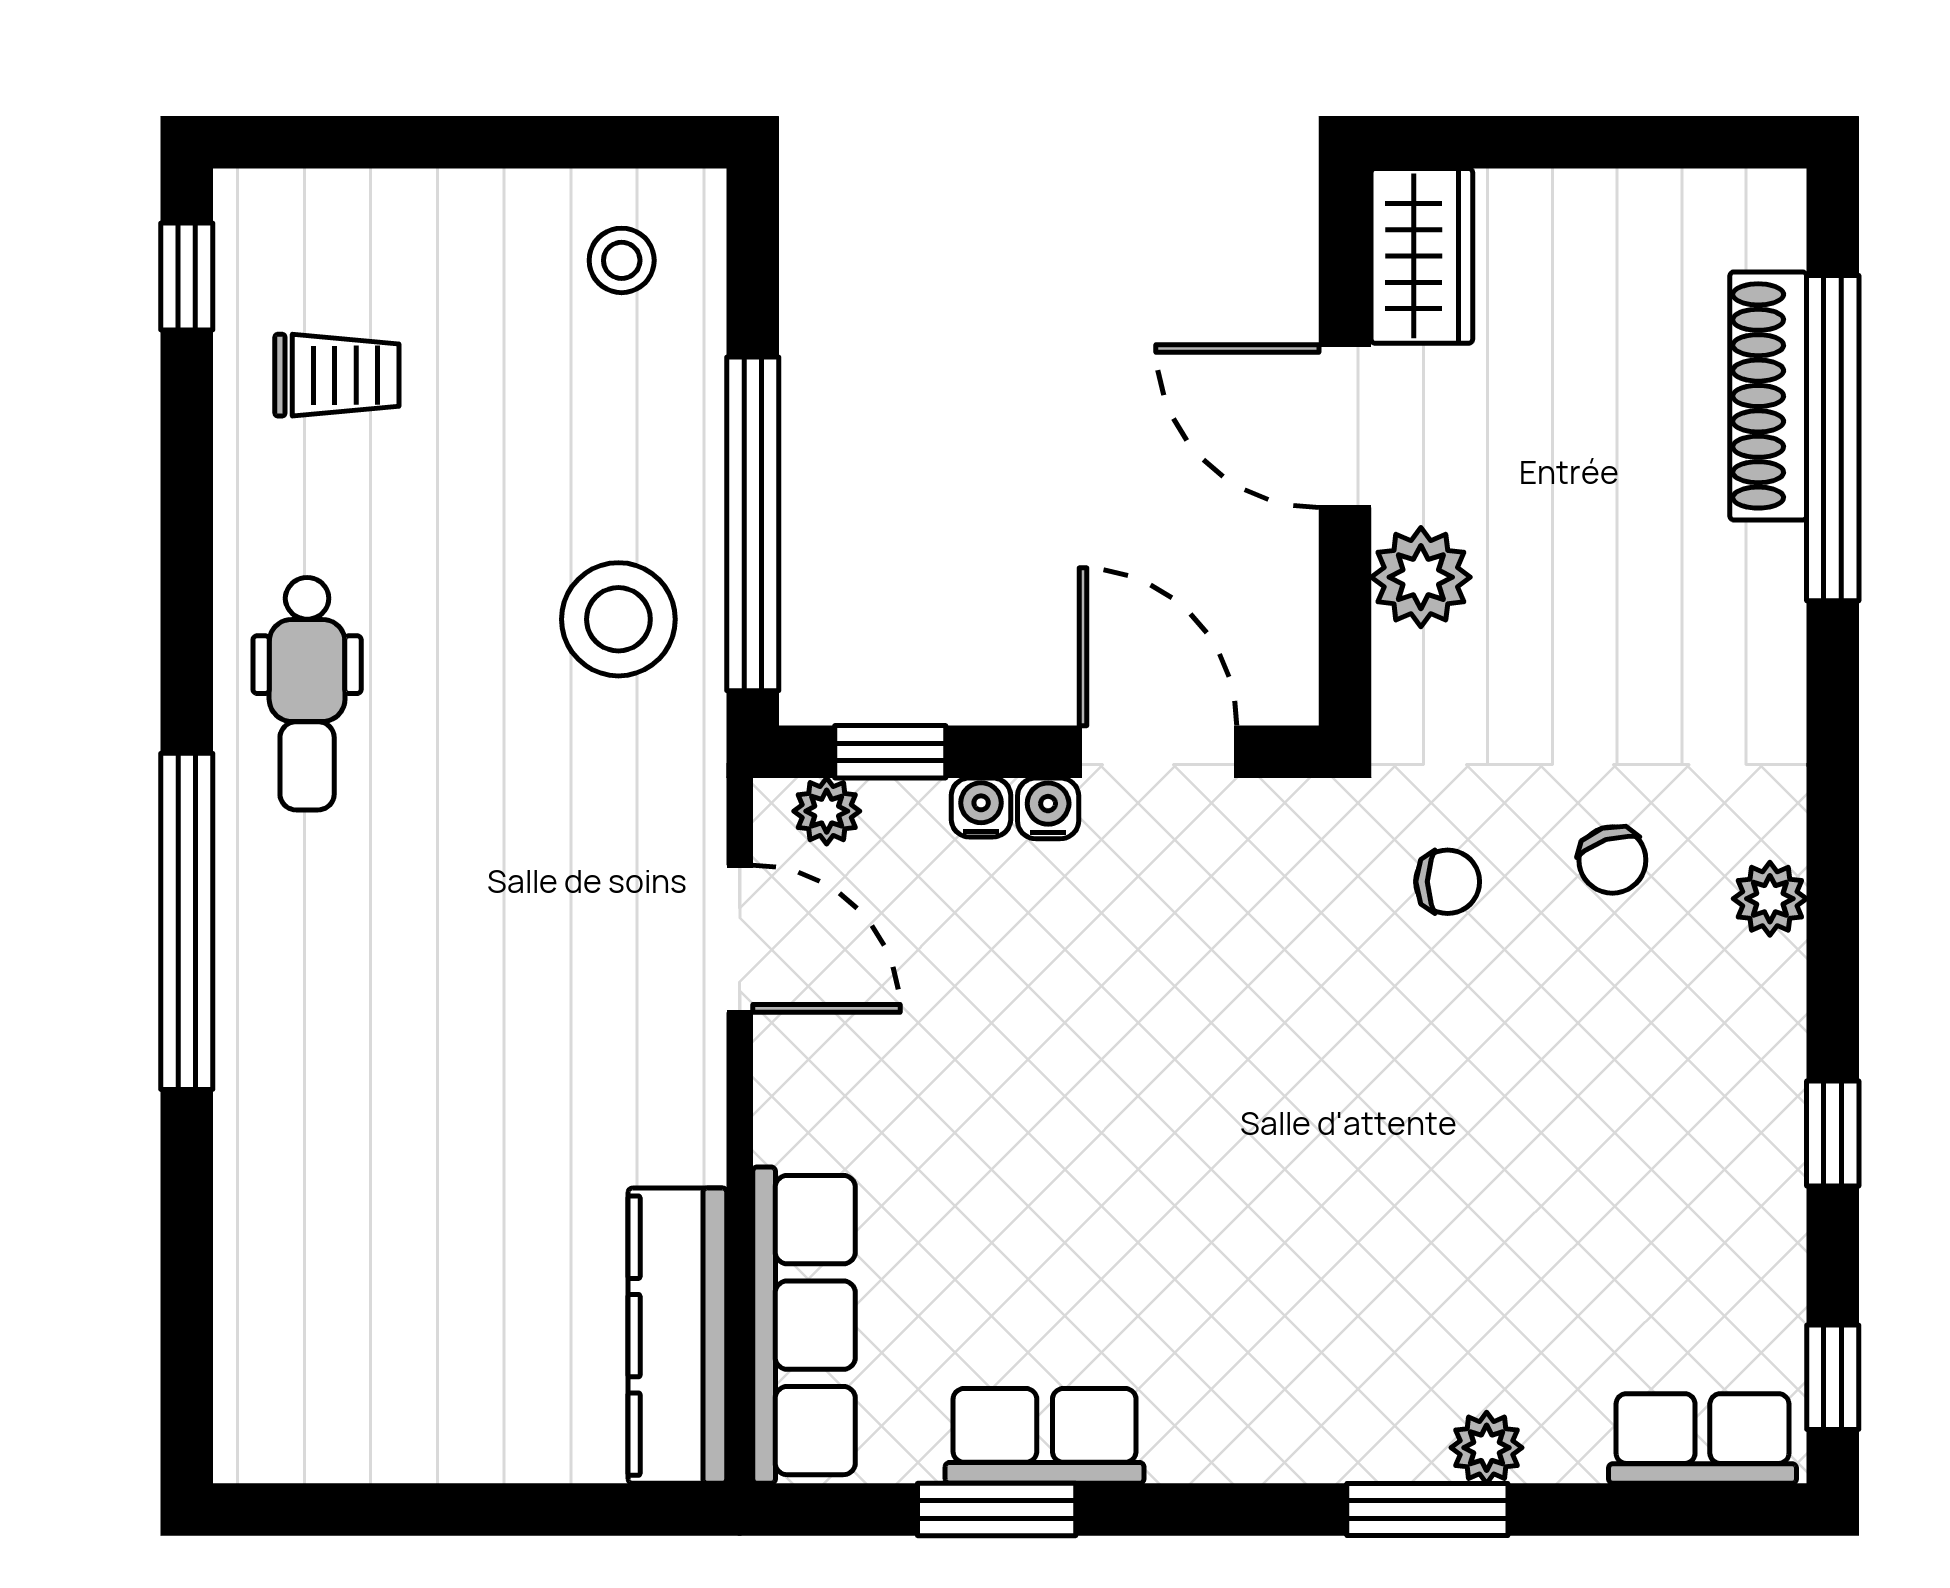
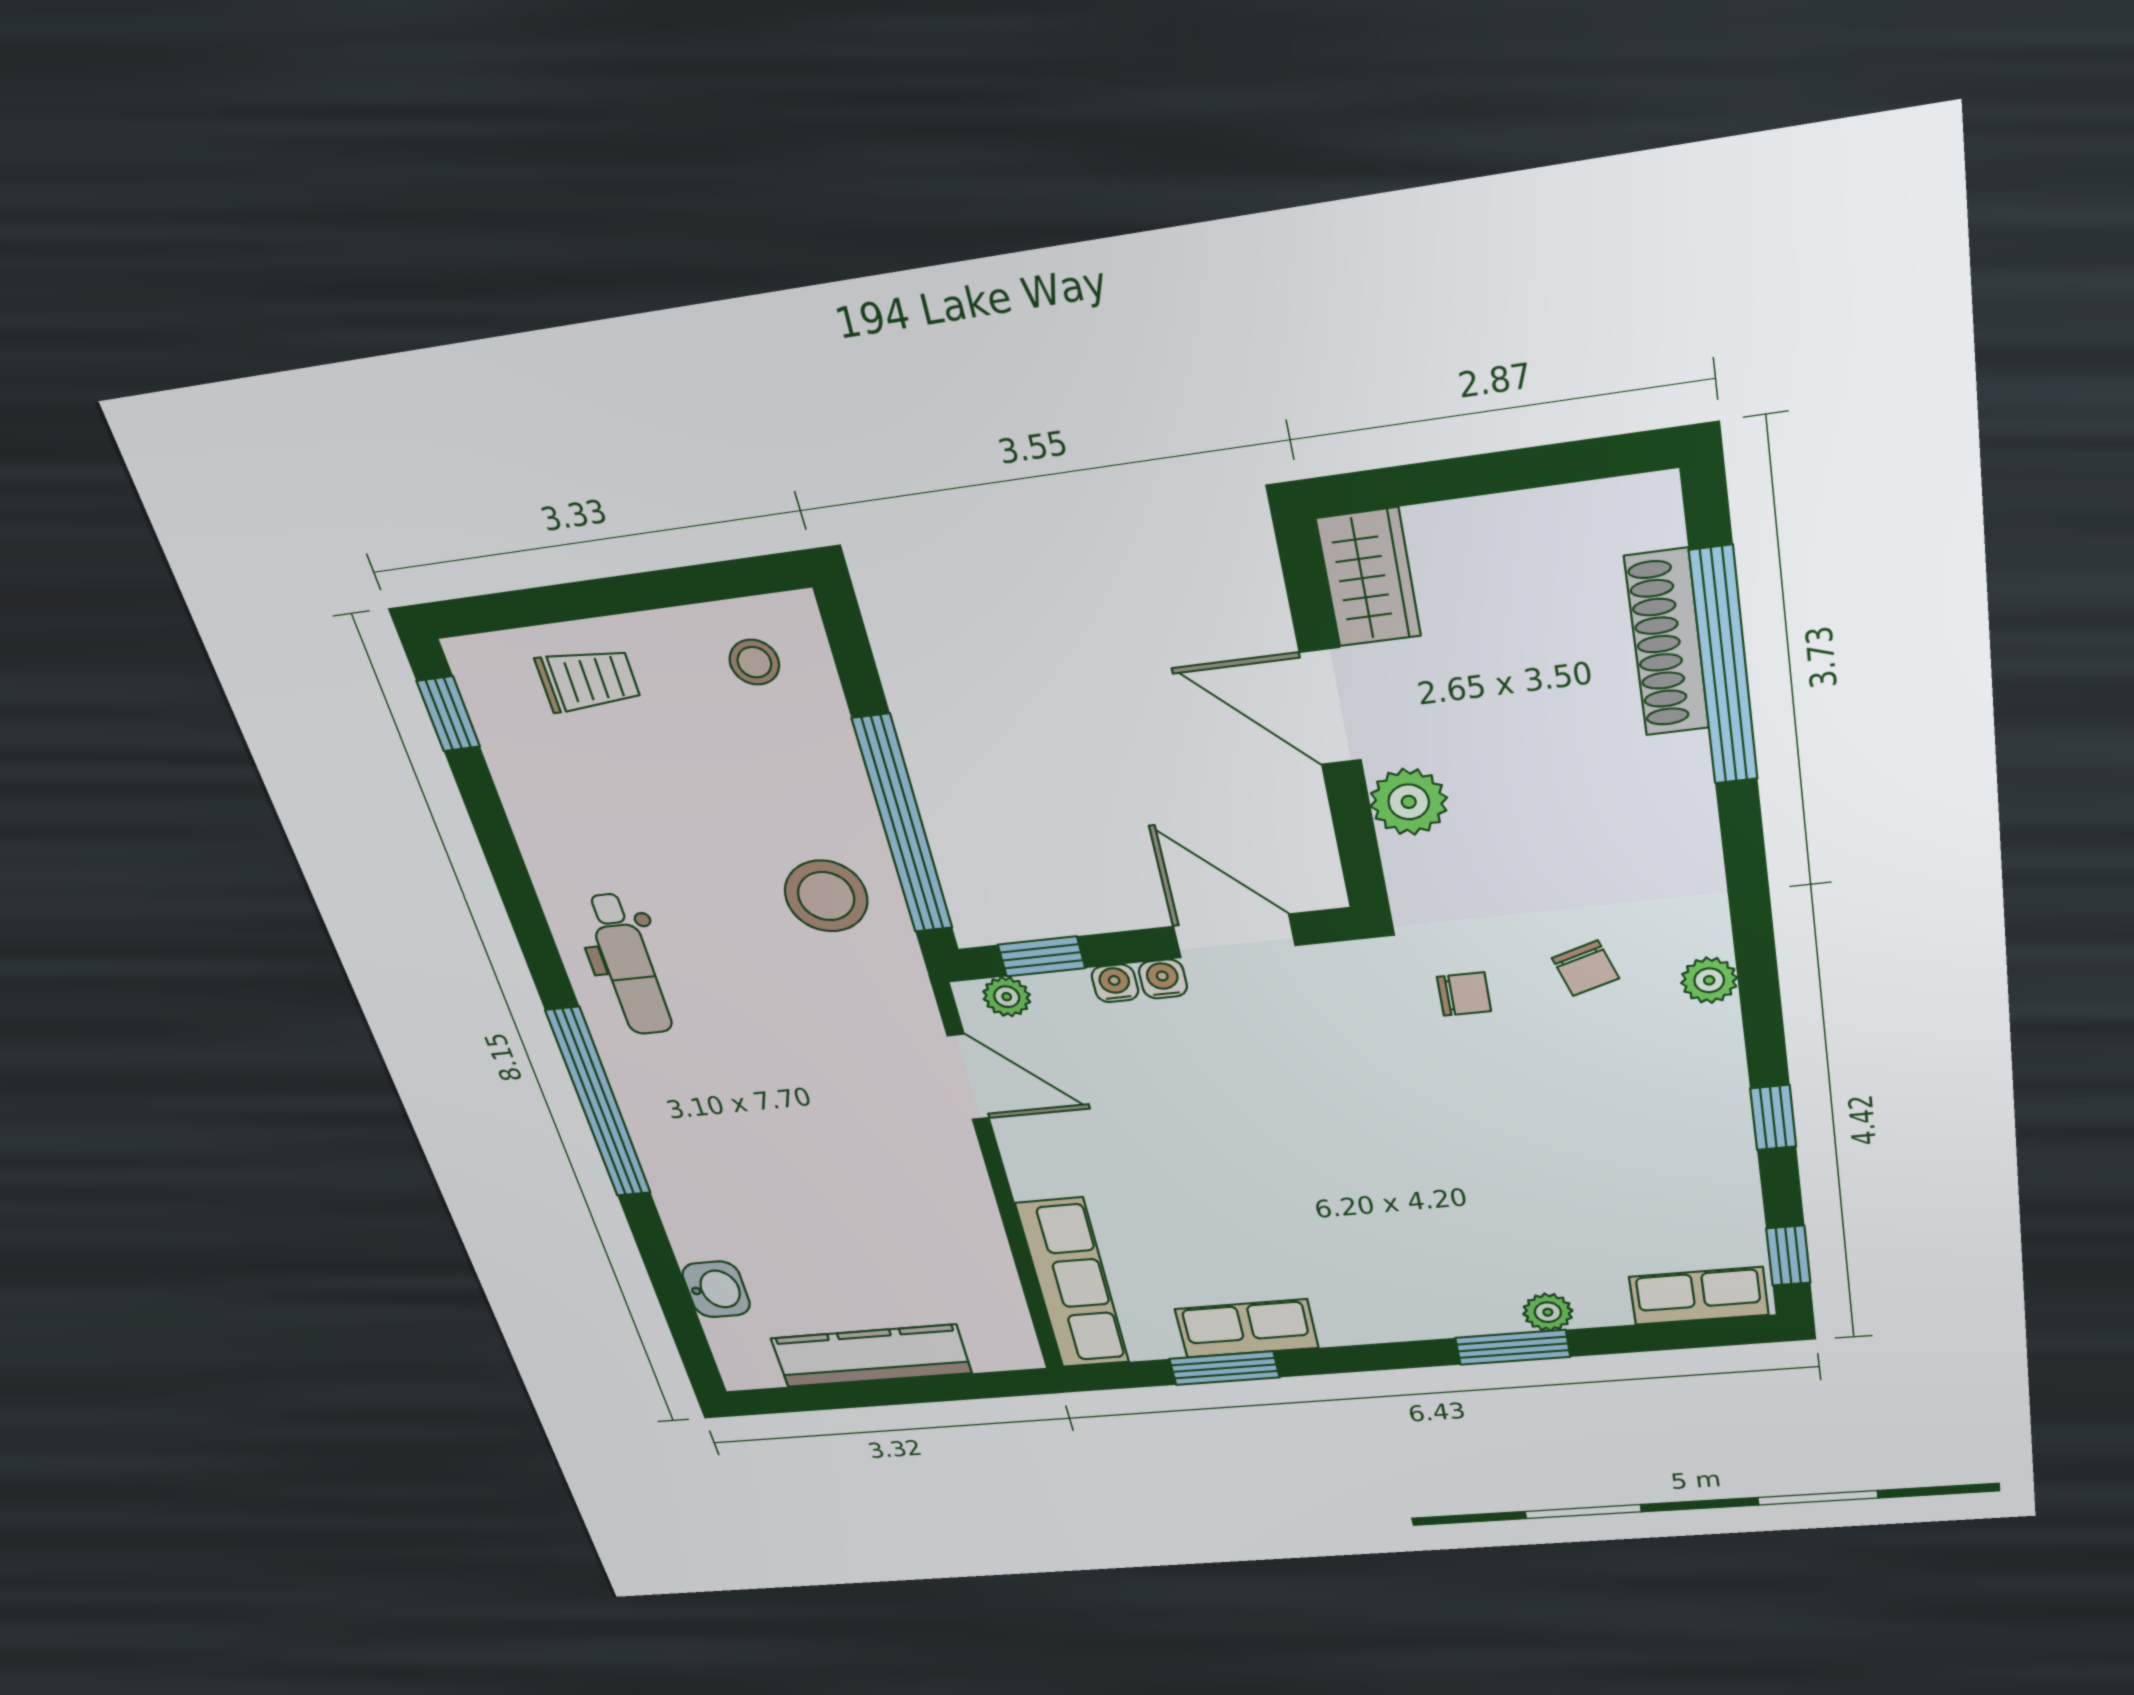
trolley: (337, 375) -> (588, 680), moved
washbasin: (258, 1281) -> (716, 1289), added
kitchen counter: (677, 1336) -> (871, 1356), moved, turned 90

